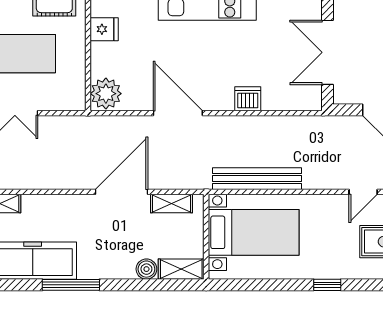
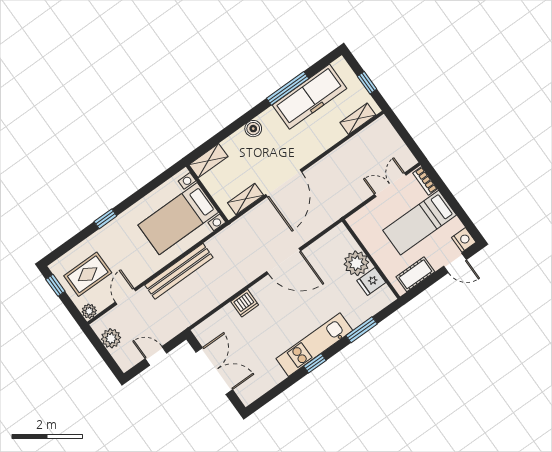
plant: (106, 94) -> (356, 263), moved
bench: (257, 179) -> (179, 271), moved
boiler: (146, 269) -> (253, 129), moved
window: (71, 285) -> (288, 88), moved

